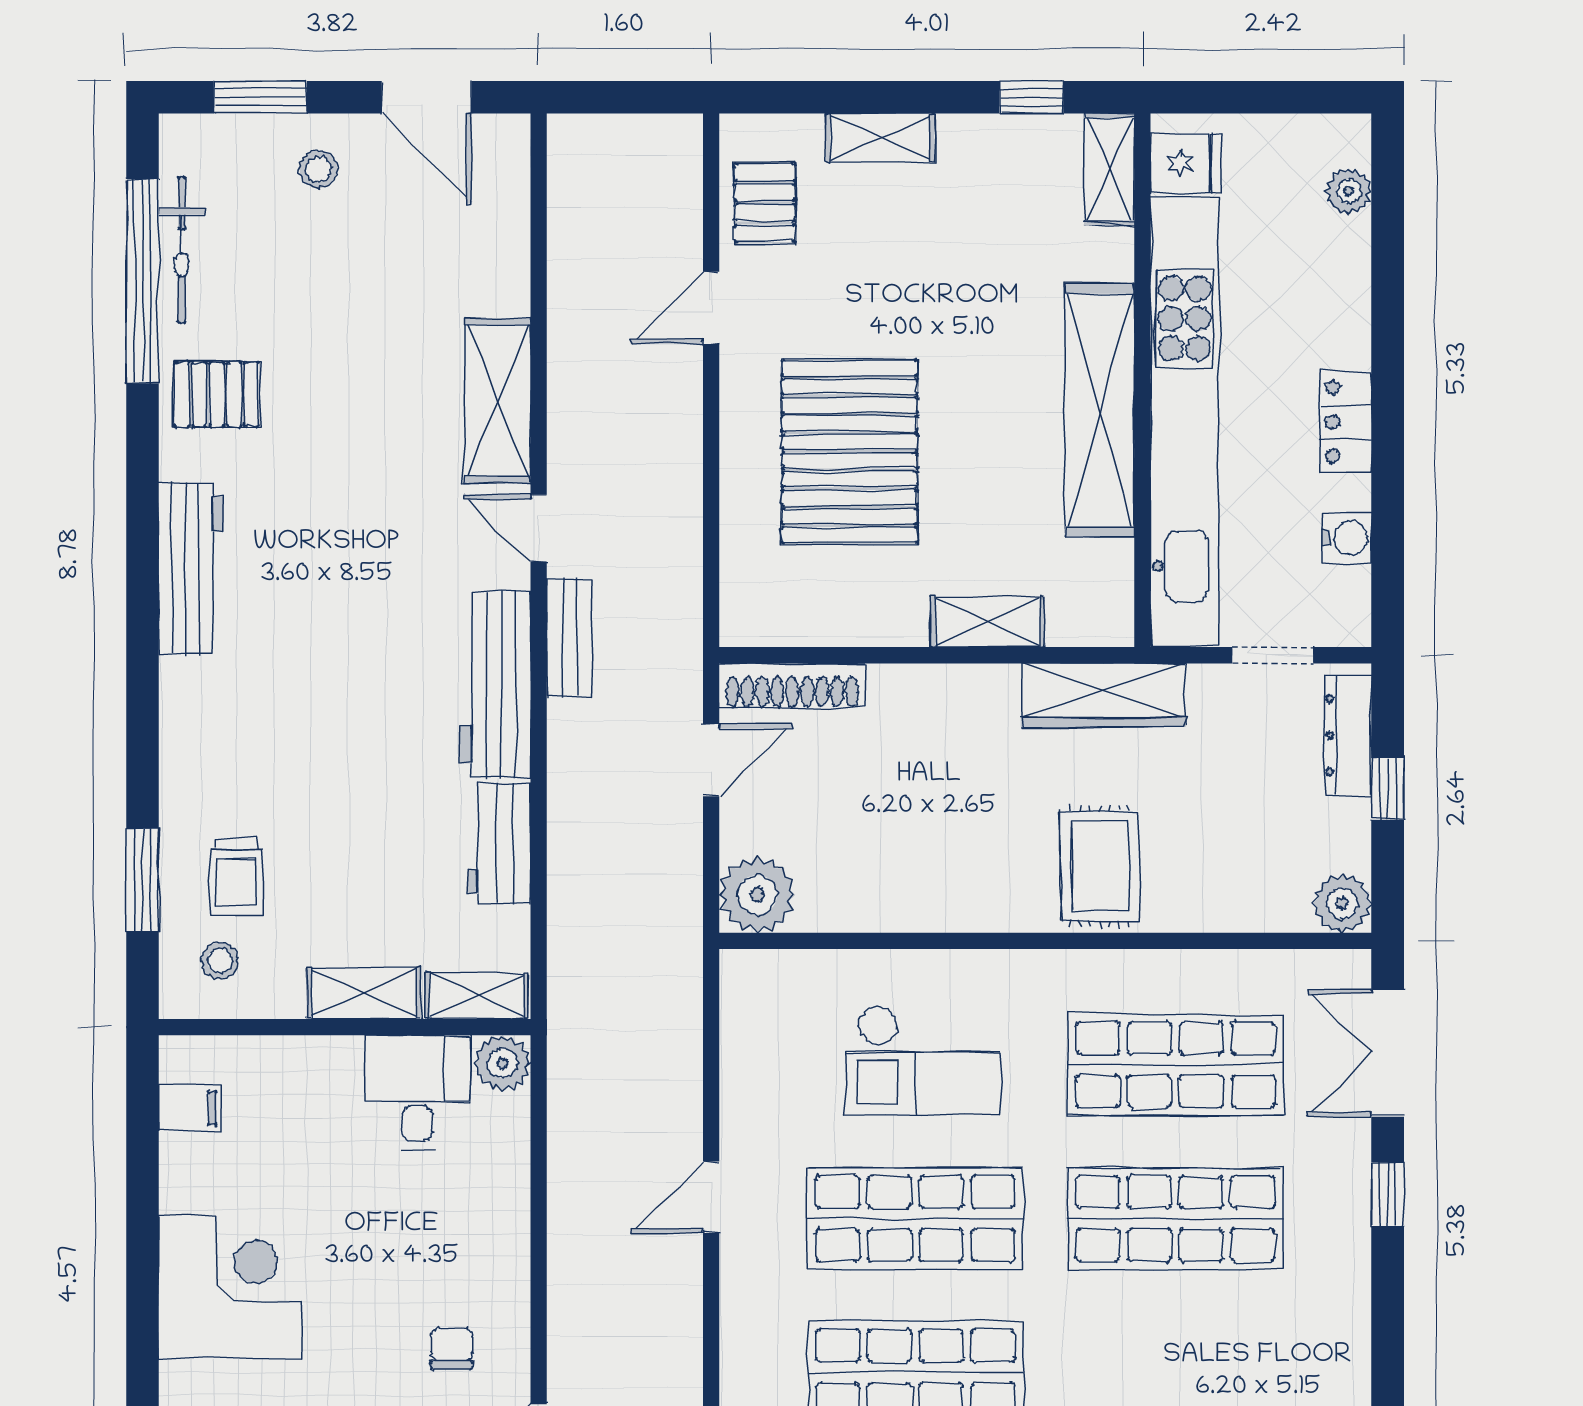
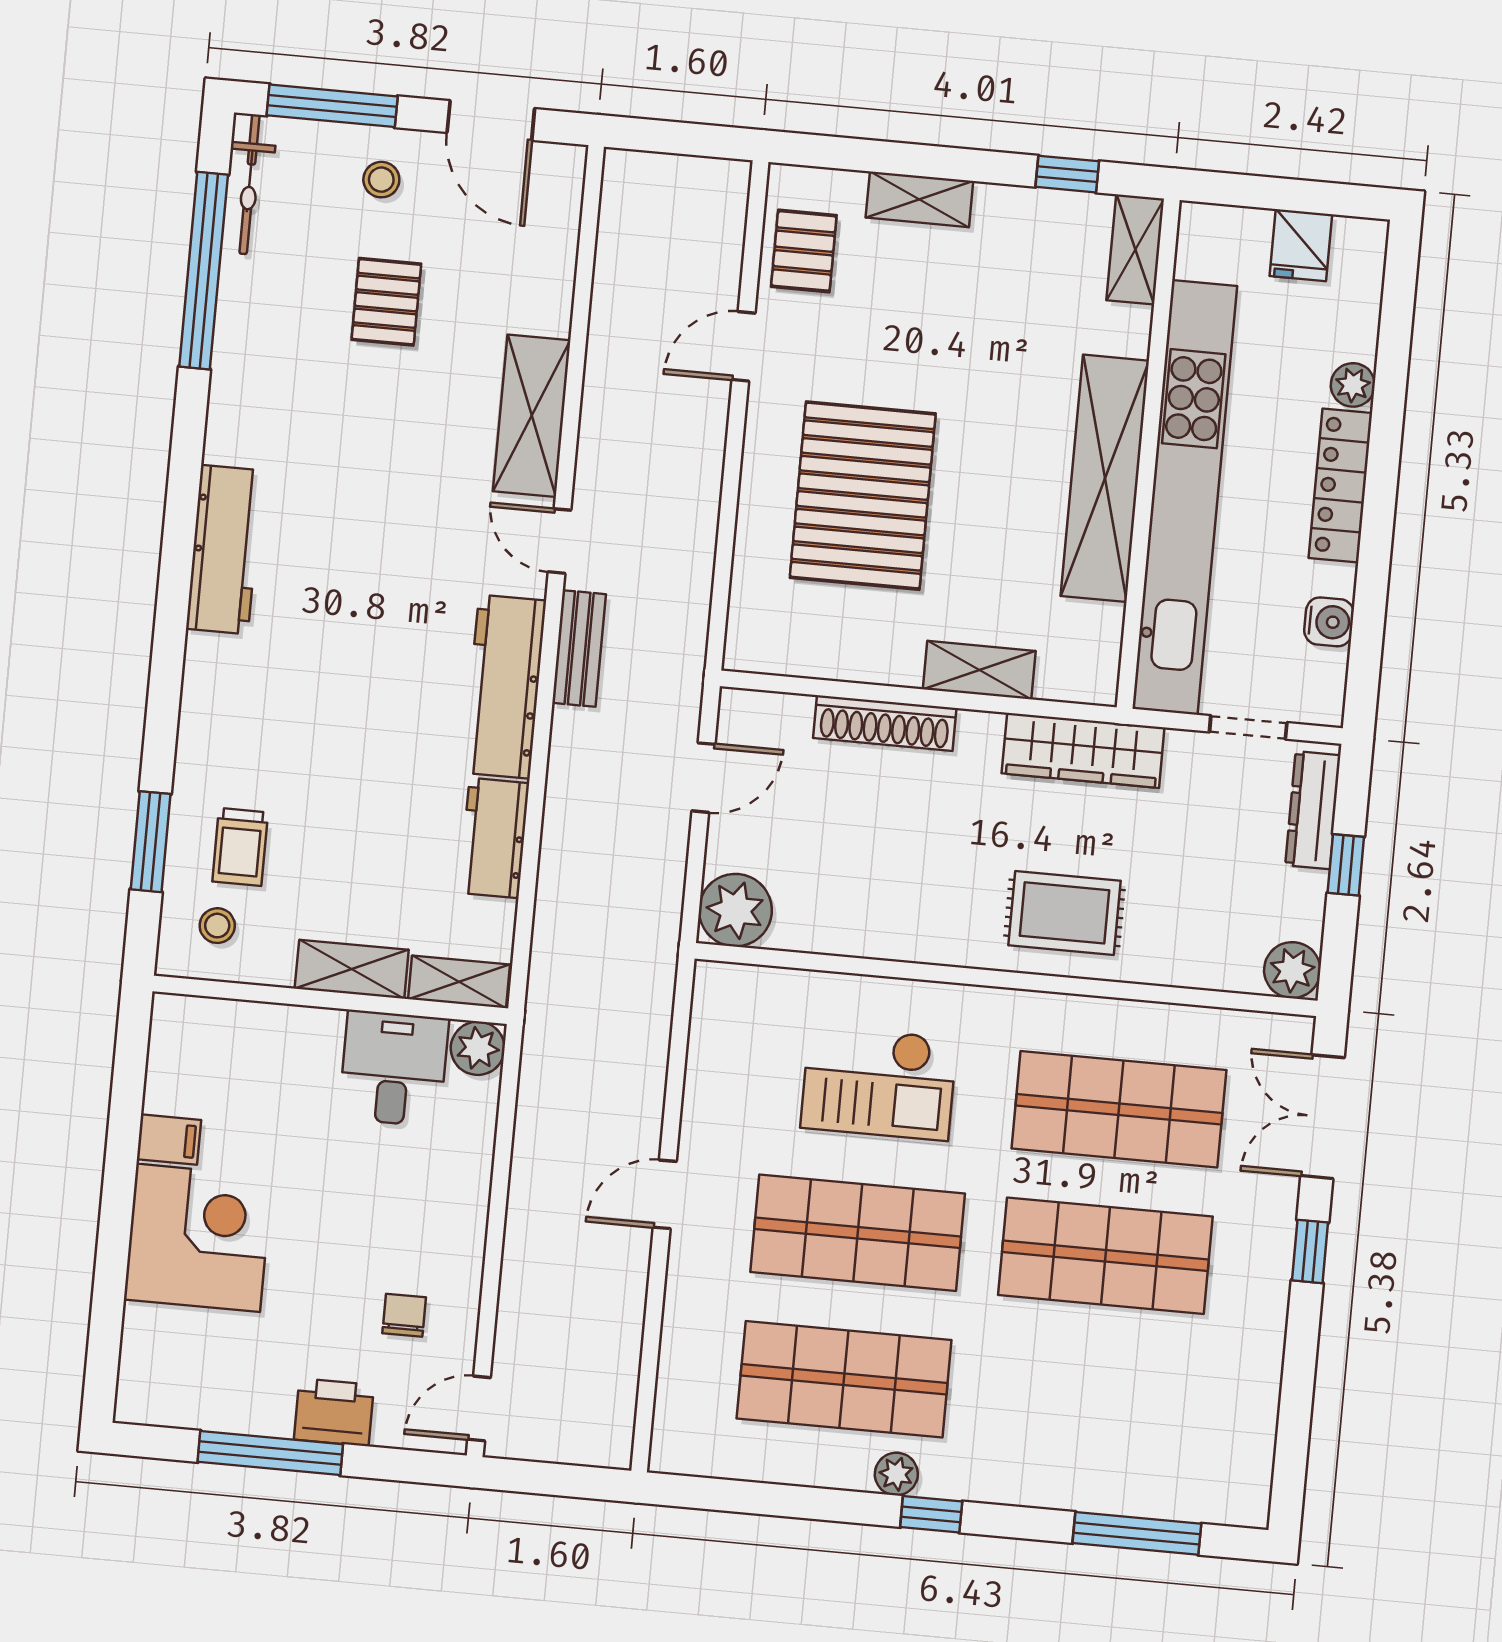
window: (260, 97) -> (332, 106), width x1.44
fridge: (1186, 163) -> (1301, 245), moved, turned 90
plant: (1349, 191) -> (1353, 385), moved
bicycle: (182, 250) -> (249, 184), moved
pallet: (217, 394) -> (386, 302), moved, turned 90
locker: (1345, 422) -> (1340, 485), width x1.53
shoe rack: (792, 686) -> (885, 723), moved
rug: (1100, 866) -> (1064, 913), turned 90
filing cabinet: (190, 1108) -> (169, 1140), moved

